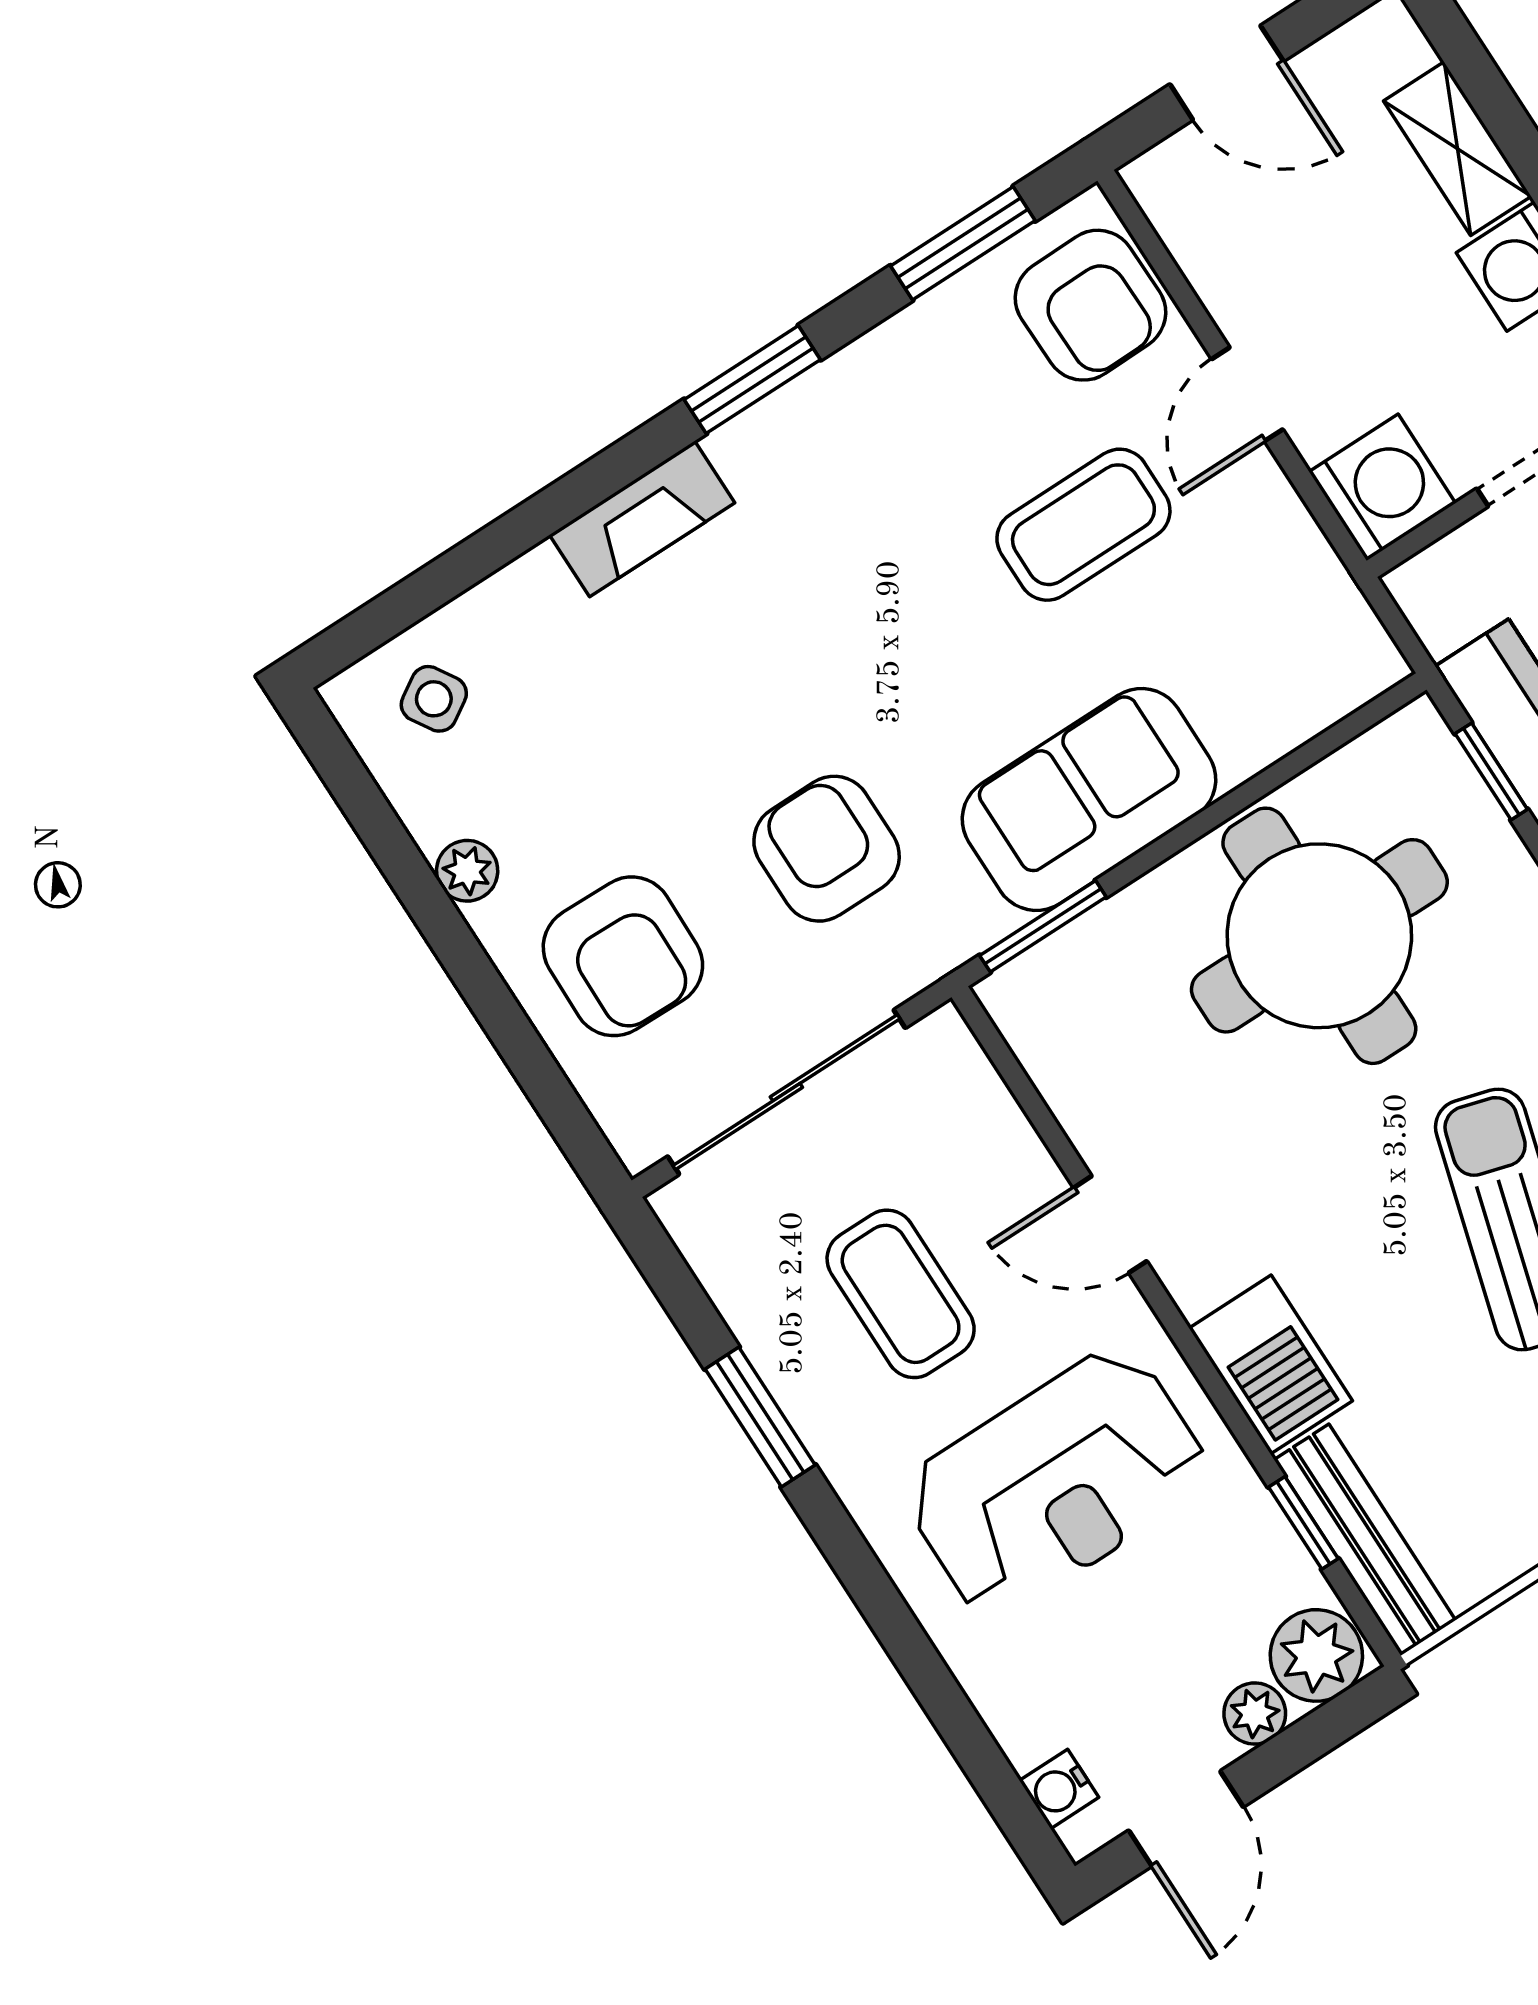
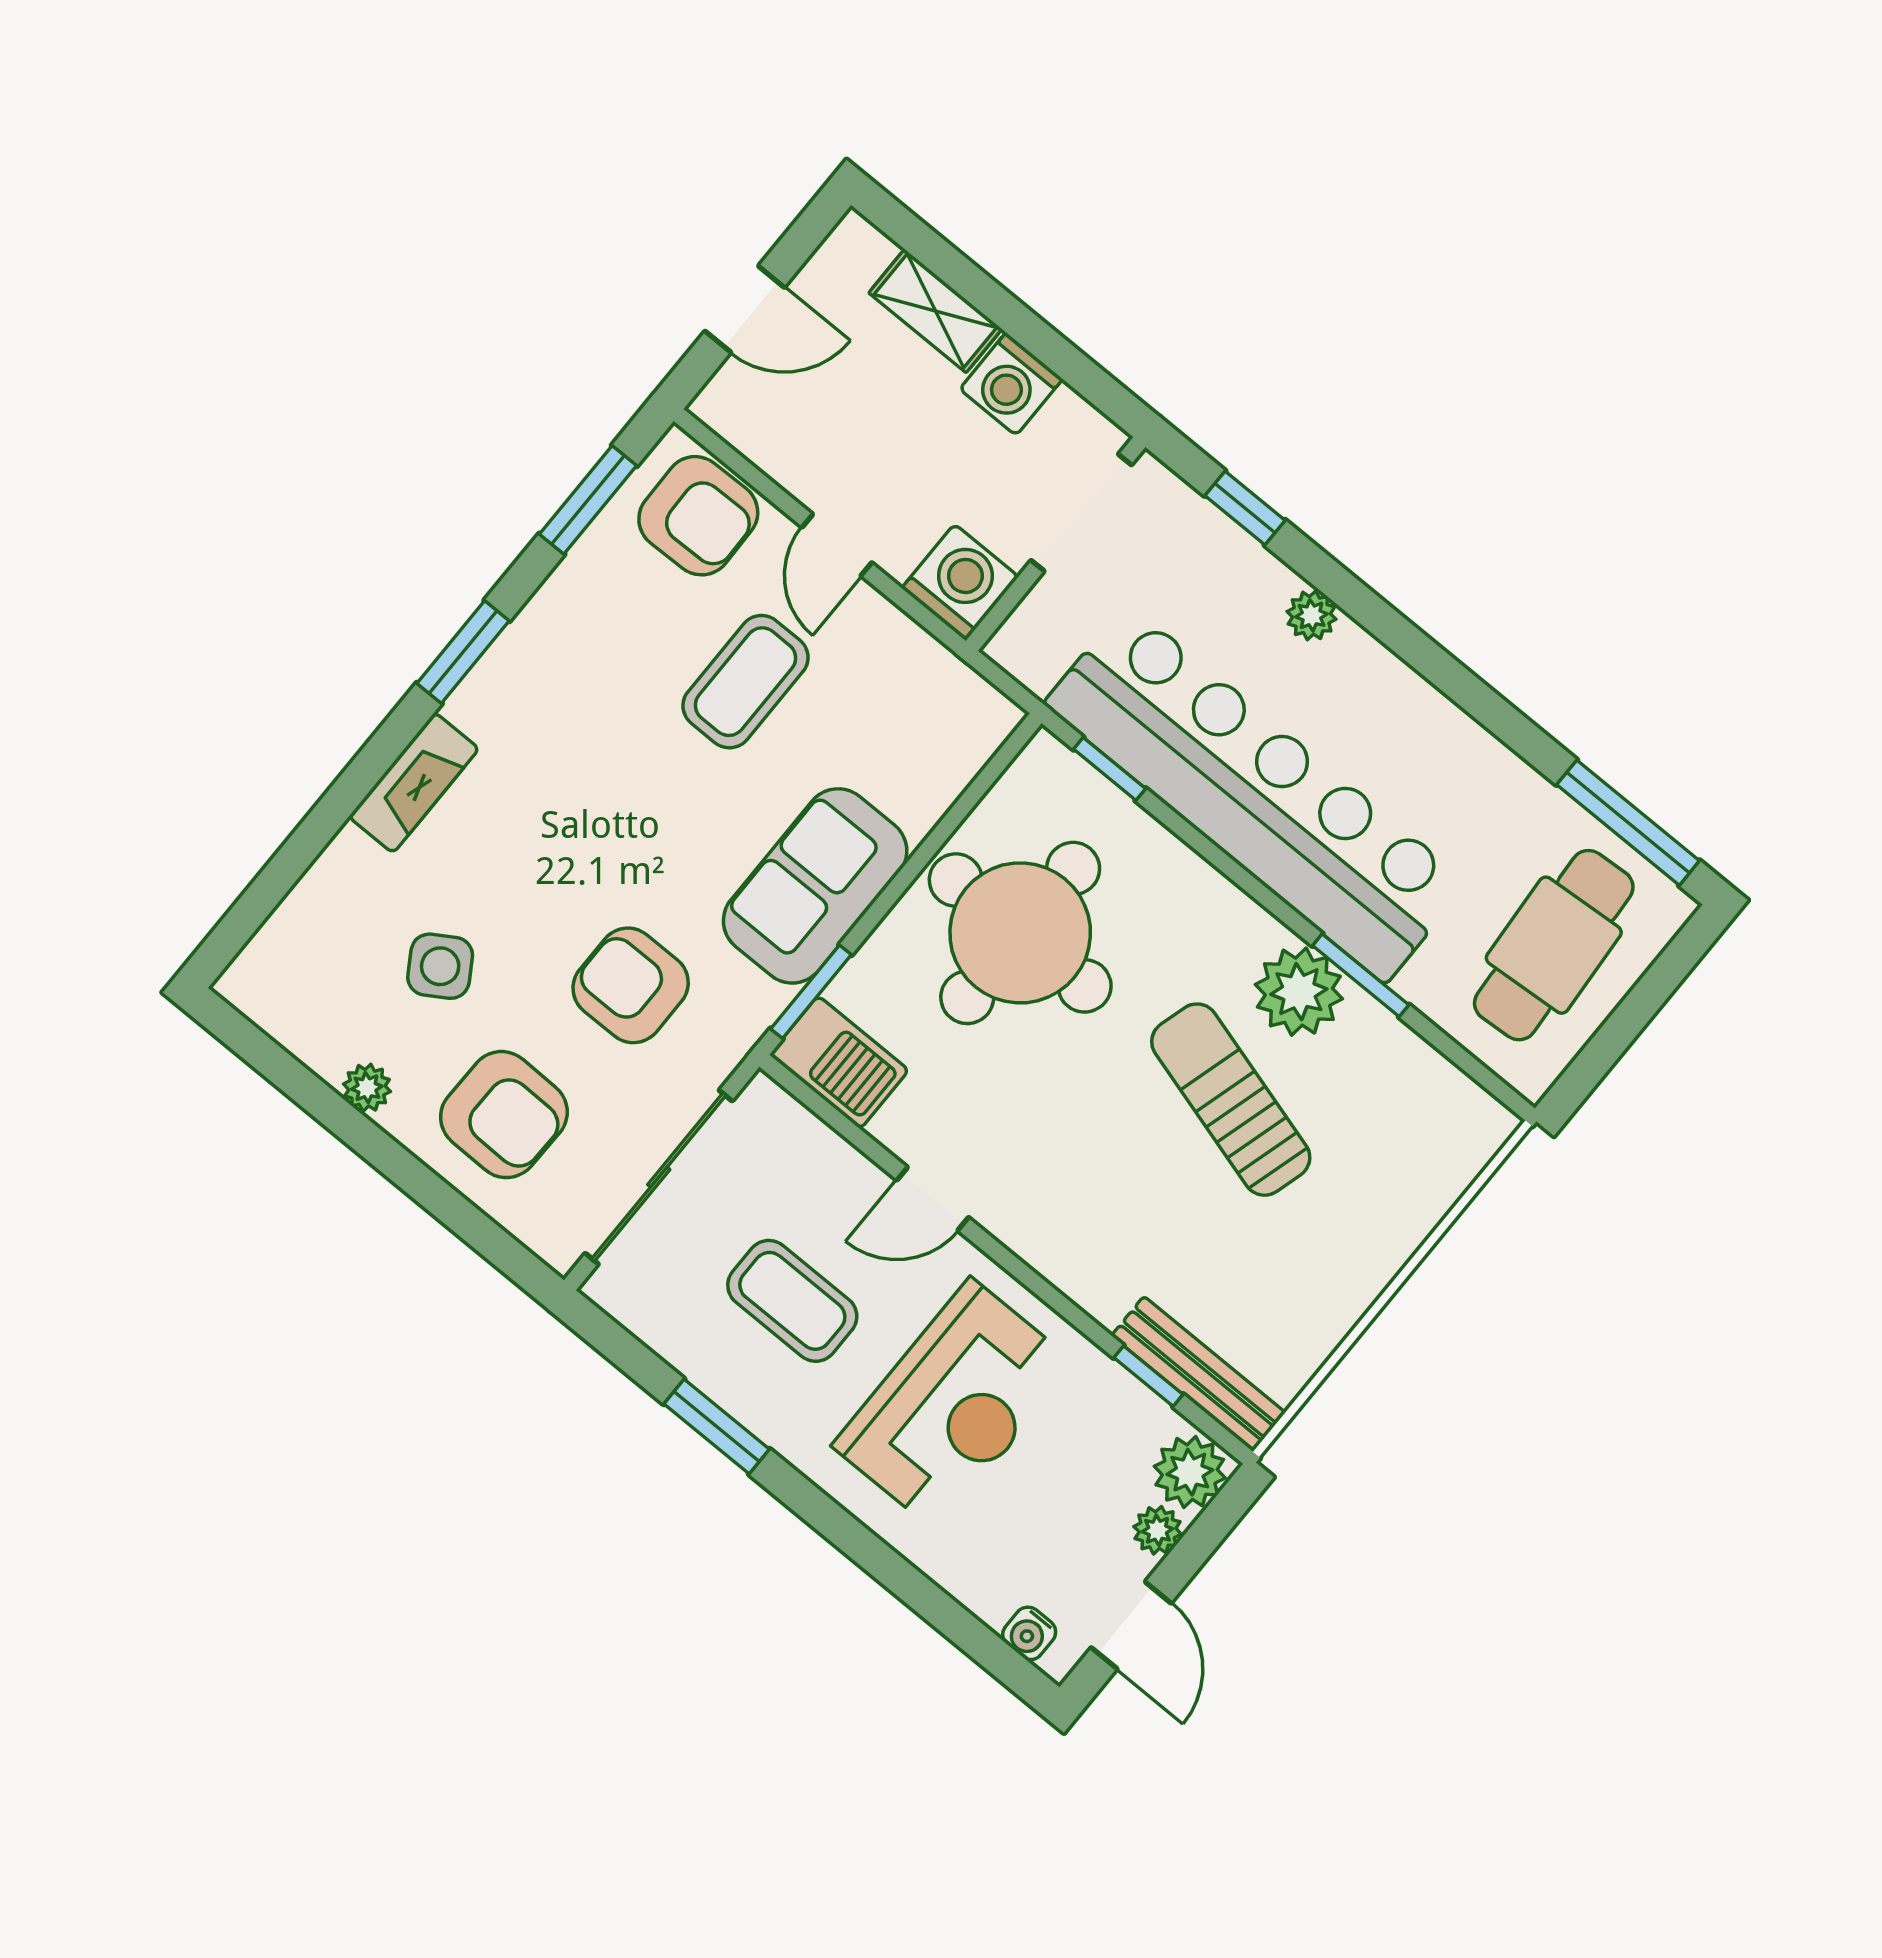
side table: (434, 699) -> (440, 966), moved, width x1.37, depth x1.37
barbecue: (1271, 1364) -> (839, 1062), moved

